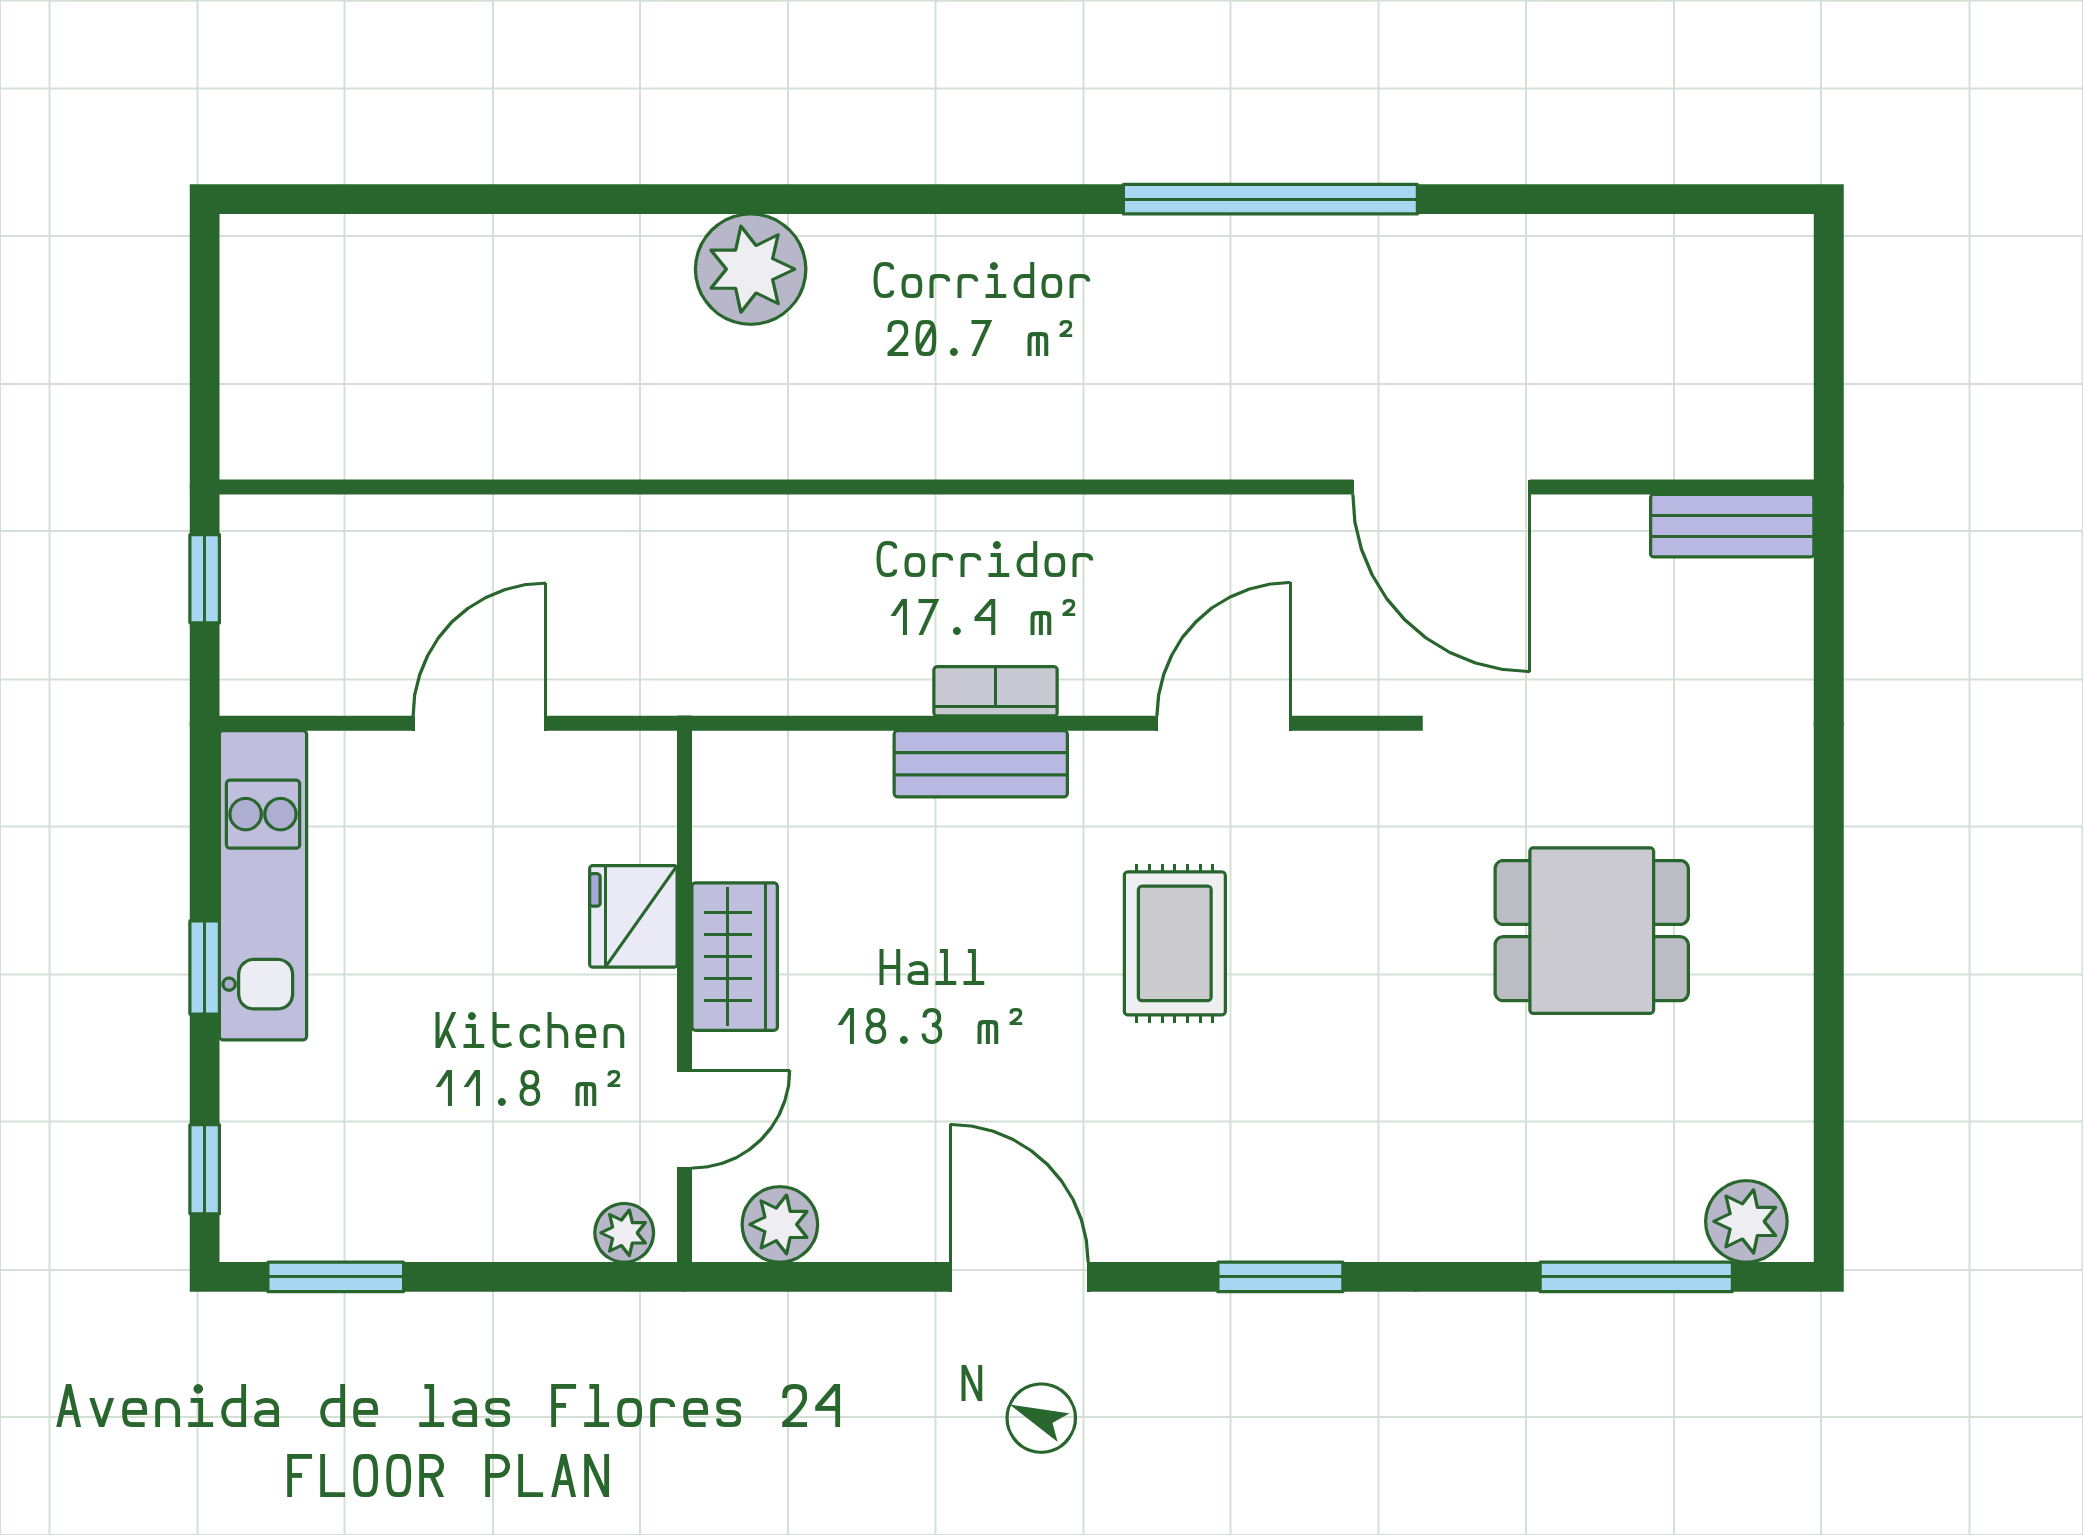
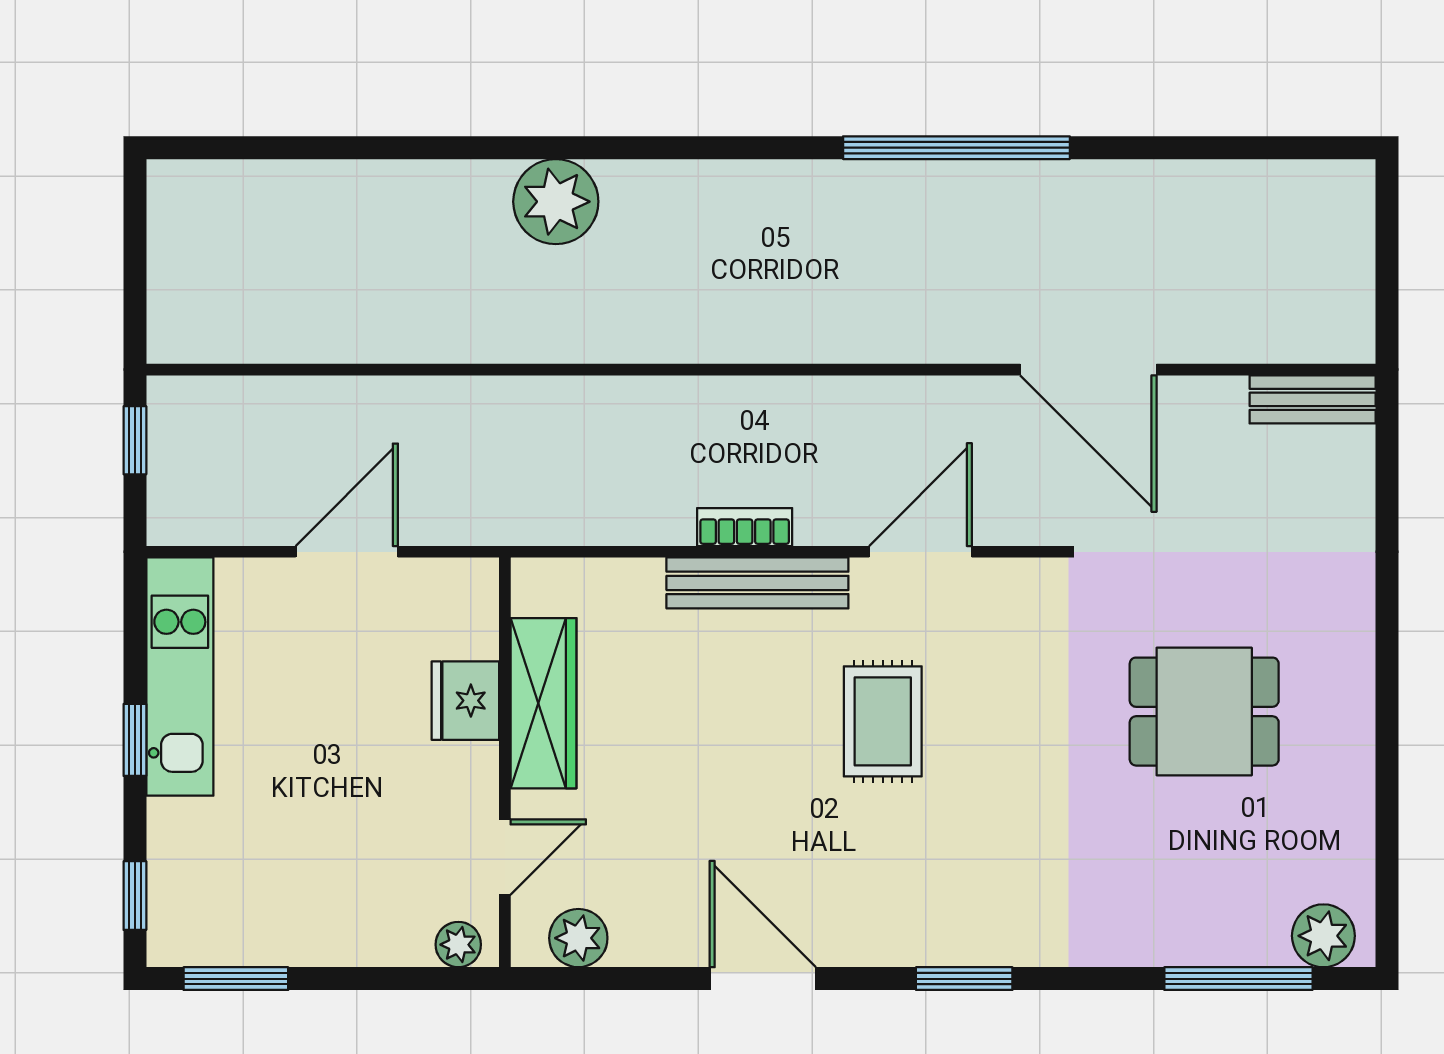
bench: (981, 764) -> (757, 583), width x1.36
wardrobe: (735, 957) -> (543, 703), width x1.50

